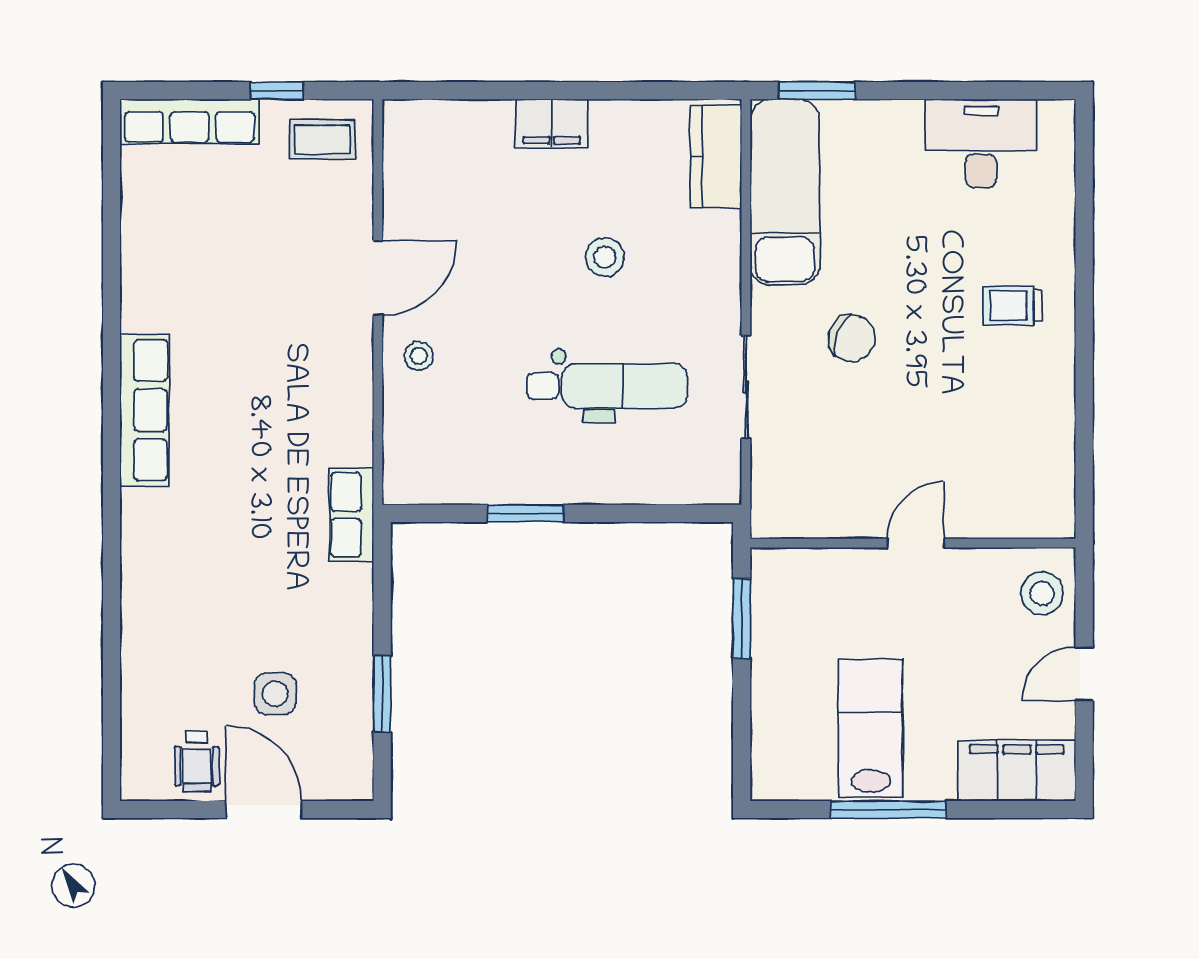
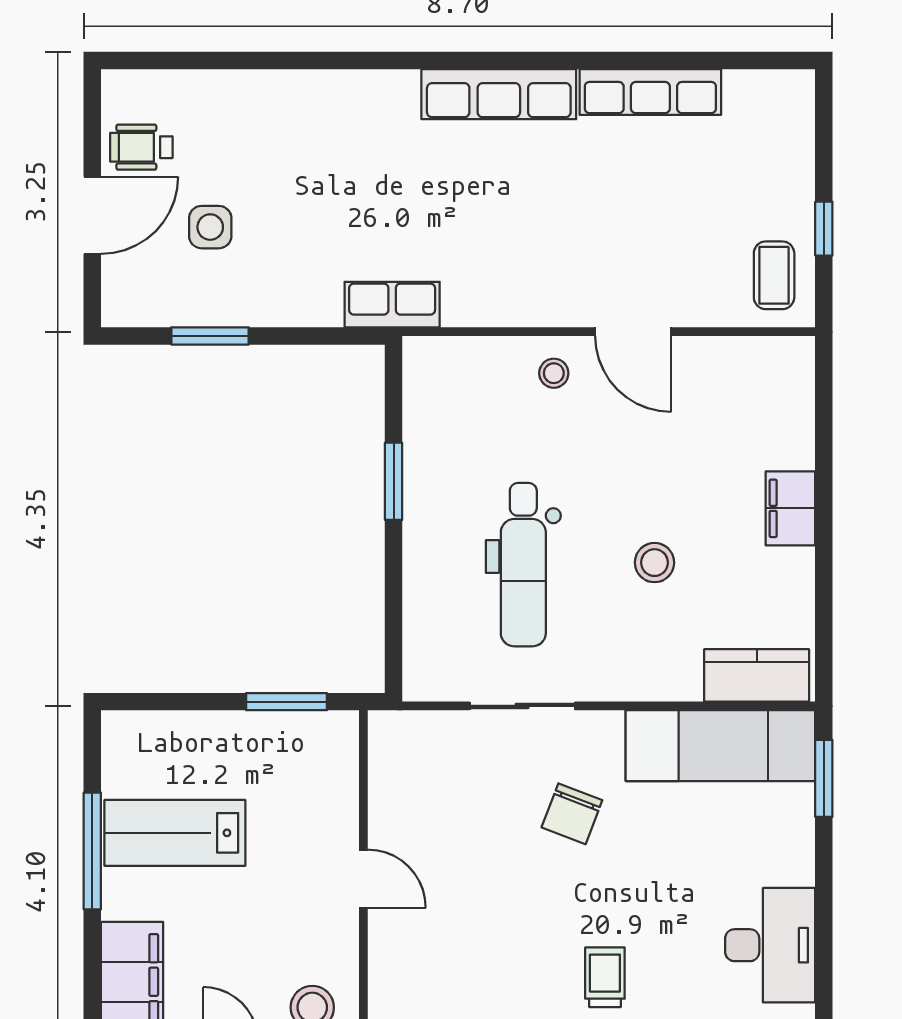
row of seats: (189, 122) -> (650, 92), moved, turned -90
lab bench: (871, 728) -> (175, 833), turned 180

